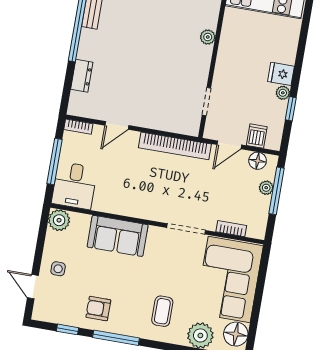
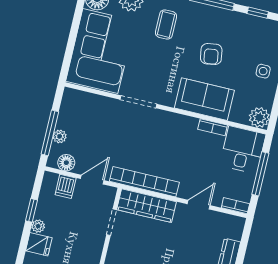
wardrobe: (171, 121) -> (147, 206), added
bookcase: (231, 229) -> (213, 127), moved
armchair: (98, 309) -> (211, 54), moved, turned 81

